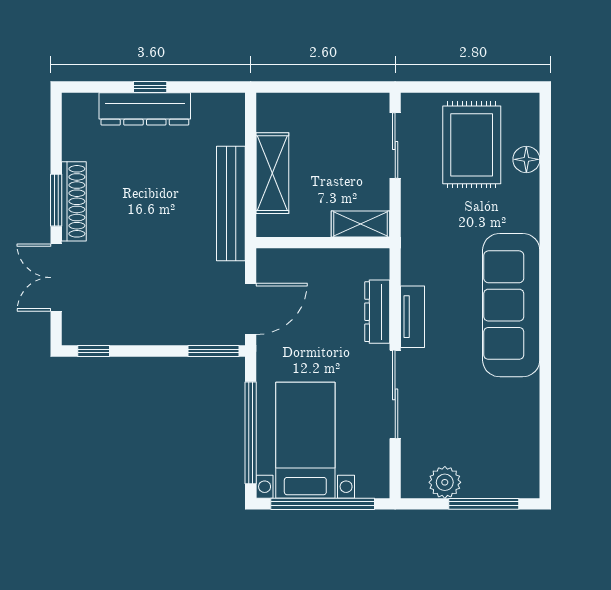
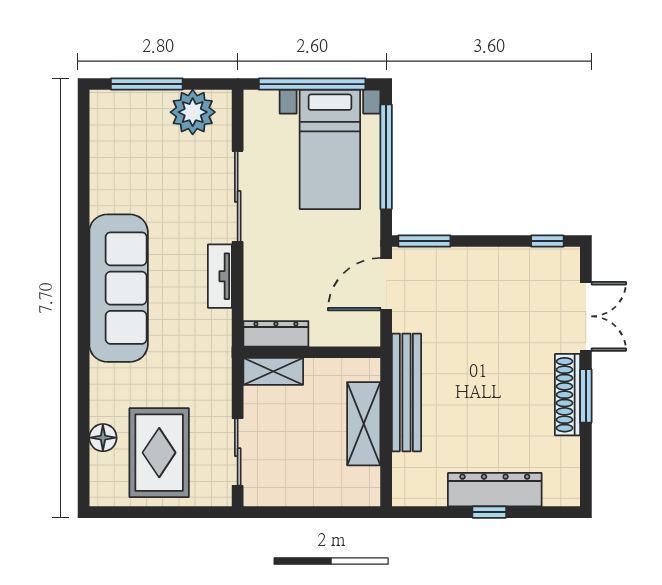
dresser: (377, 312) -> (276, 334), moved, turned -90
plant: (445, 482) -> (193, 112), width x1.36, depth x1.36

